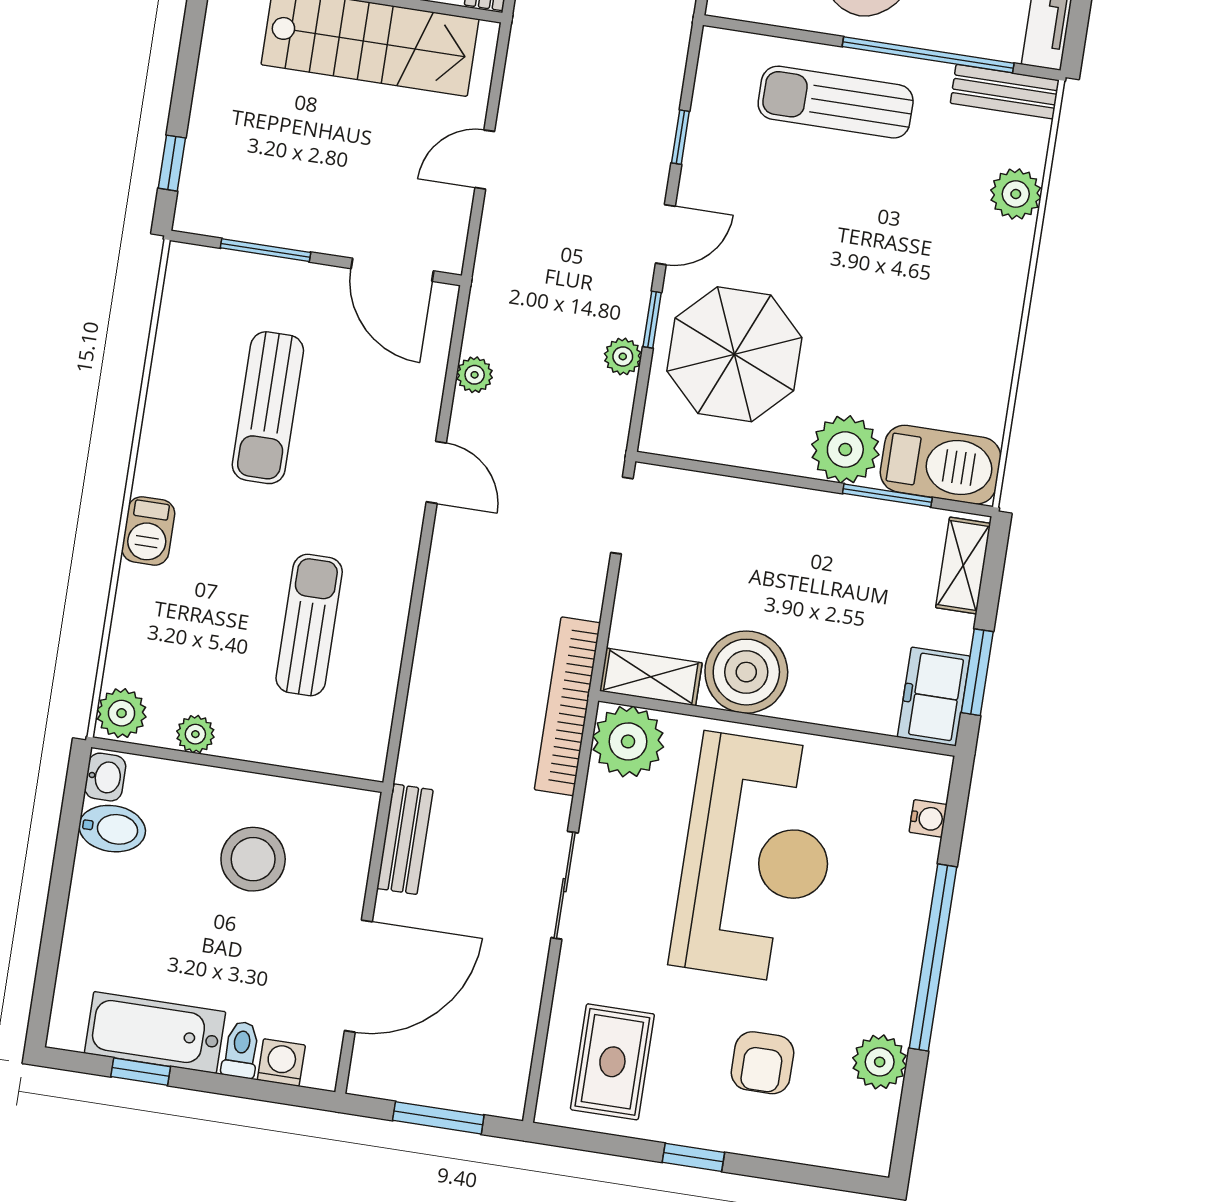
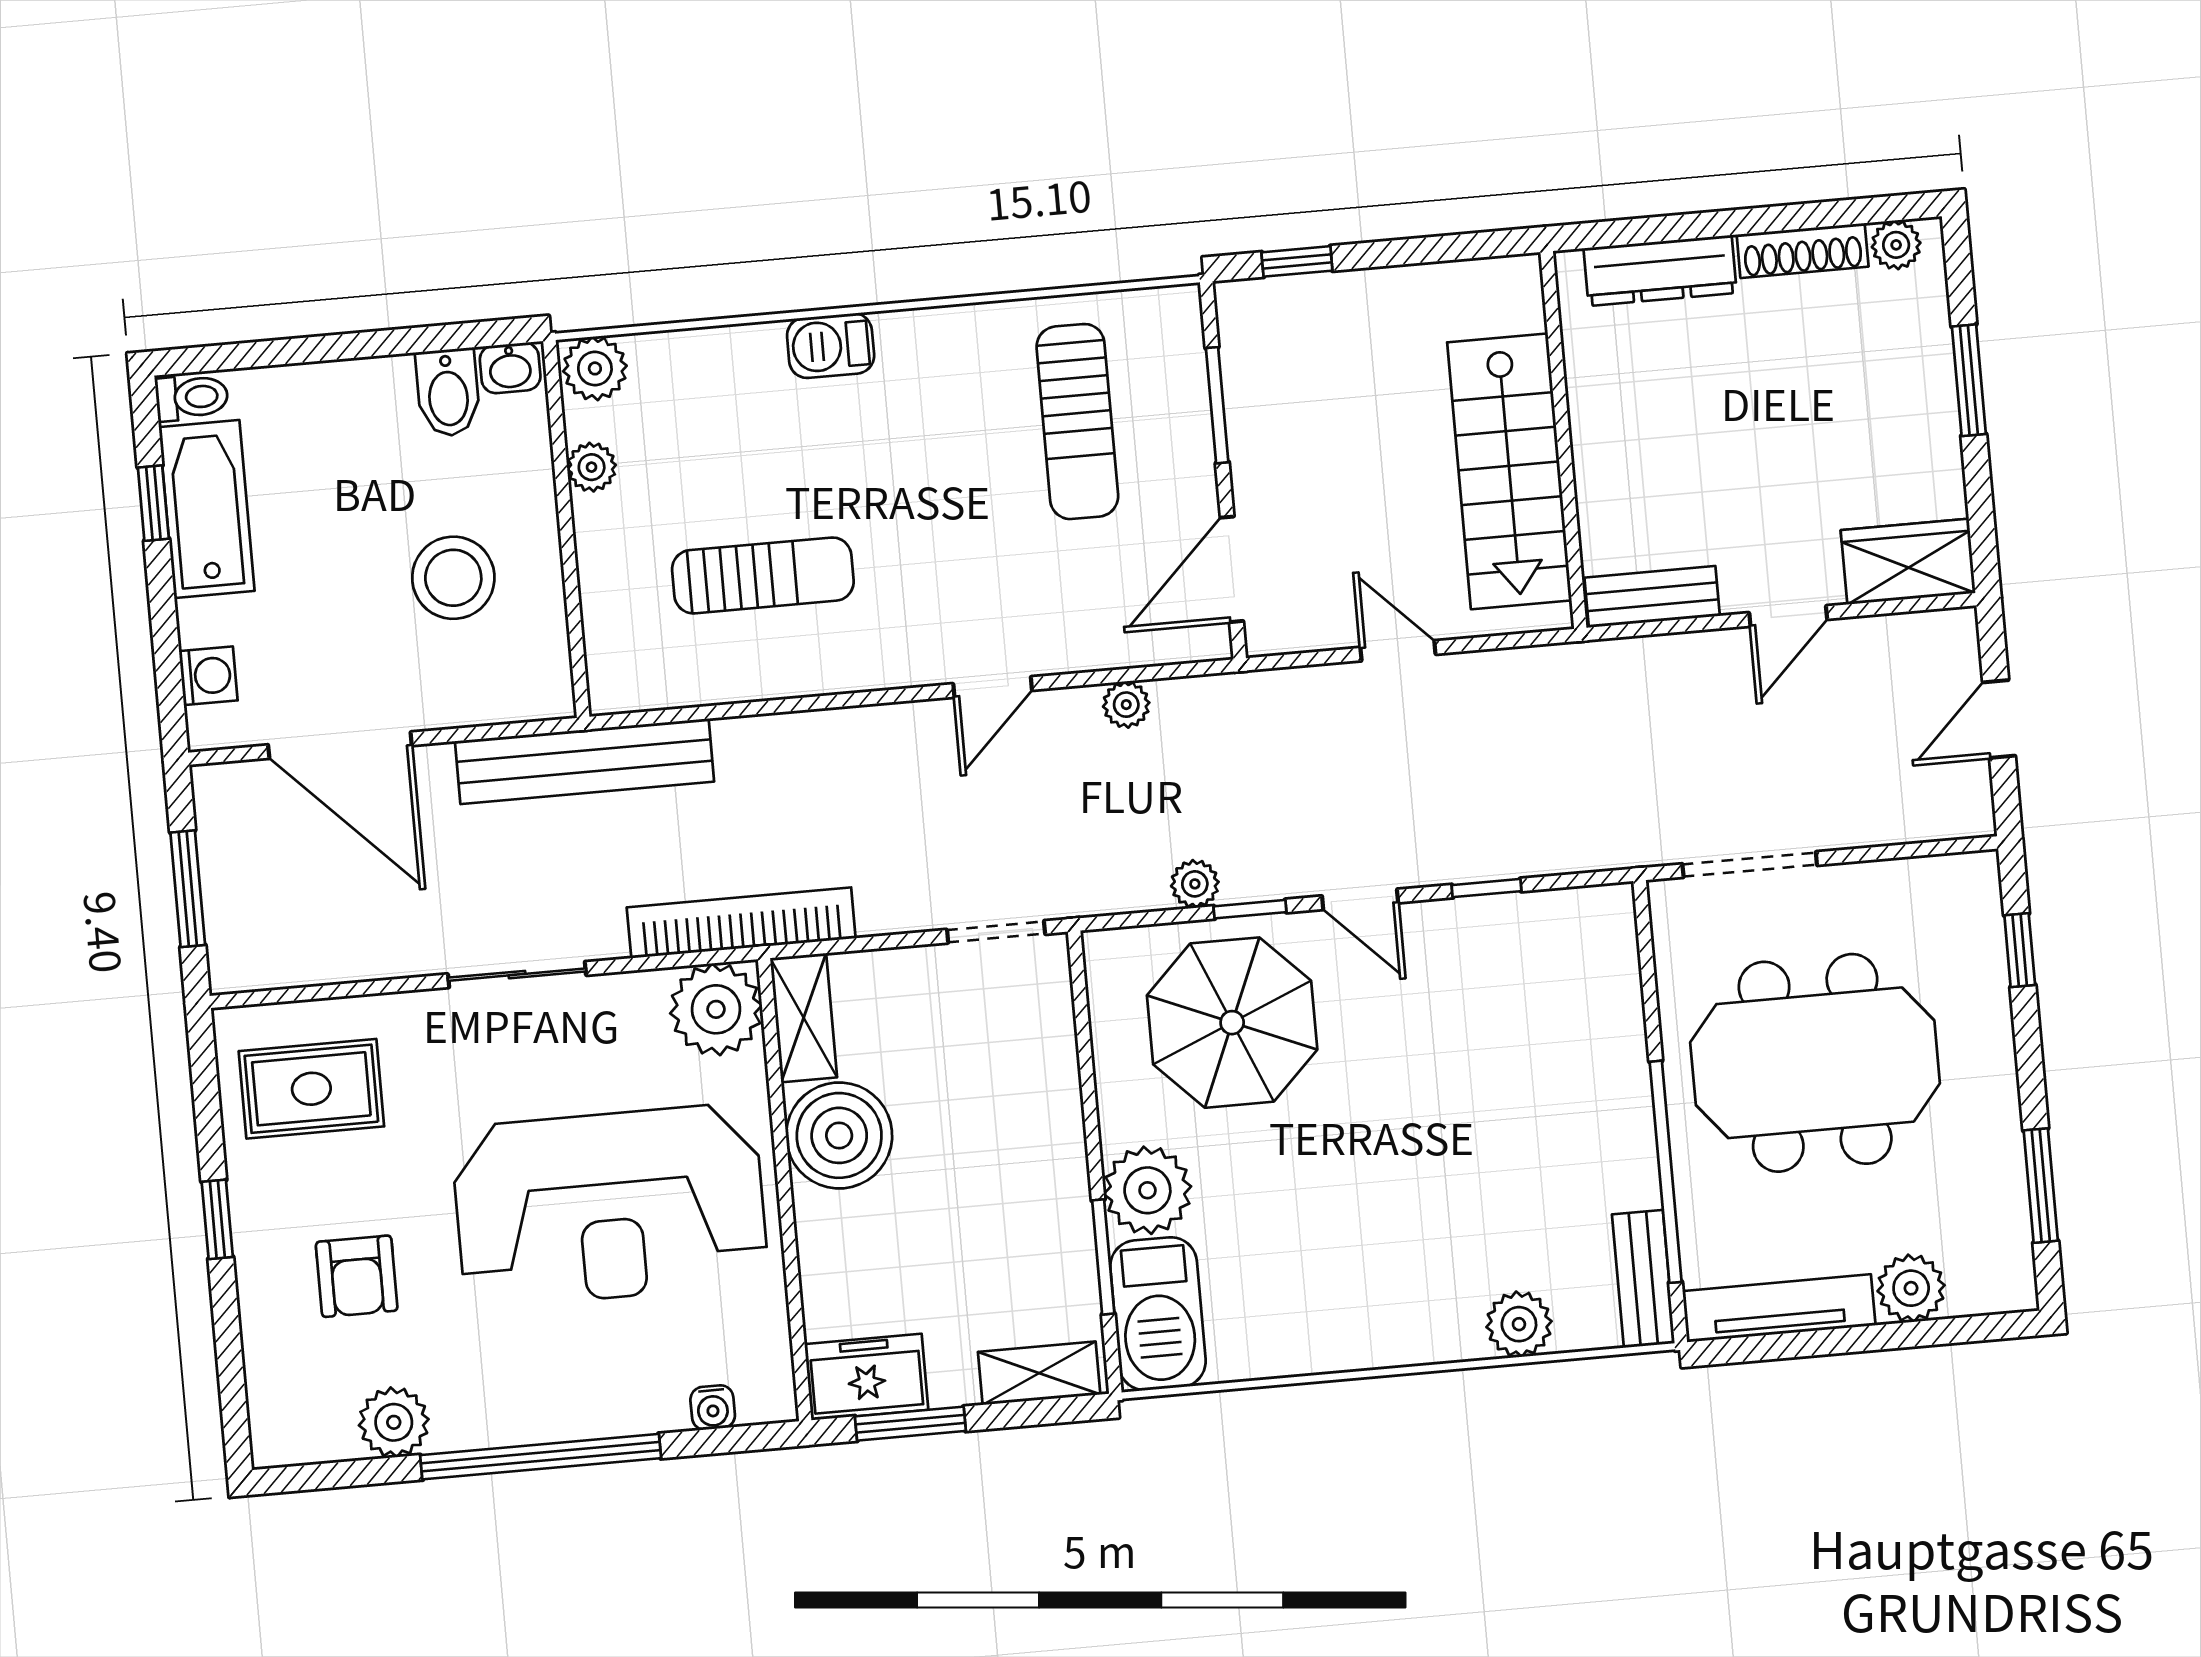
sun lounger: (836, 102) -> (1578, 1071), removed
sun lounger: (268, 408) -> (1077, 422), moved, turned -90
bench: (405, 839) -> (585, 761), width x1.86, depth x1.21
toilet: (241, 1050) -> (192, 397), moved
armchair: (762, 1063) -> (357, 1276), turned -90

